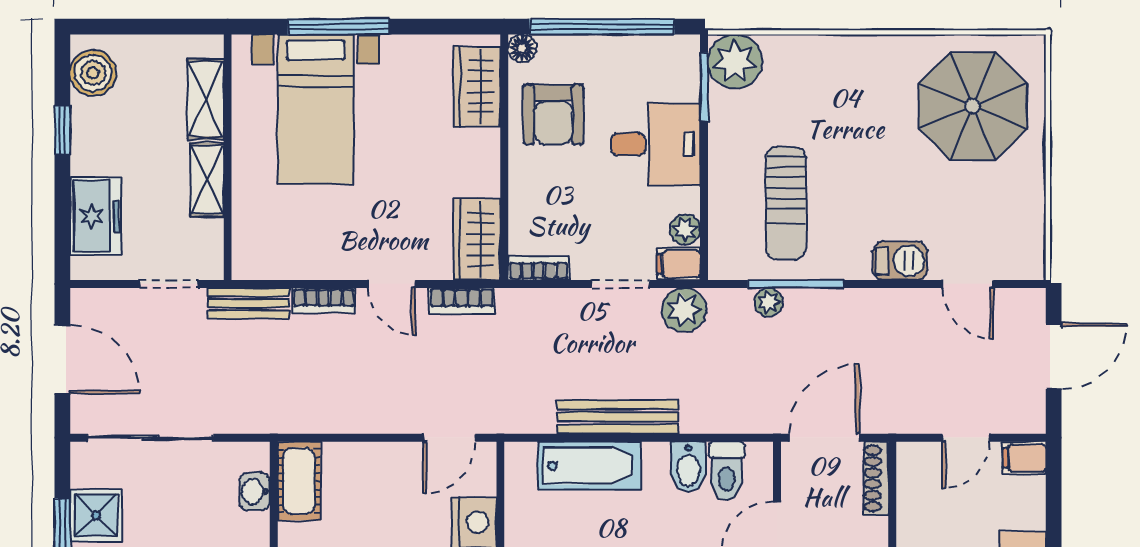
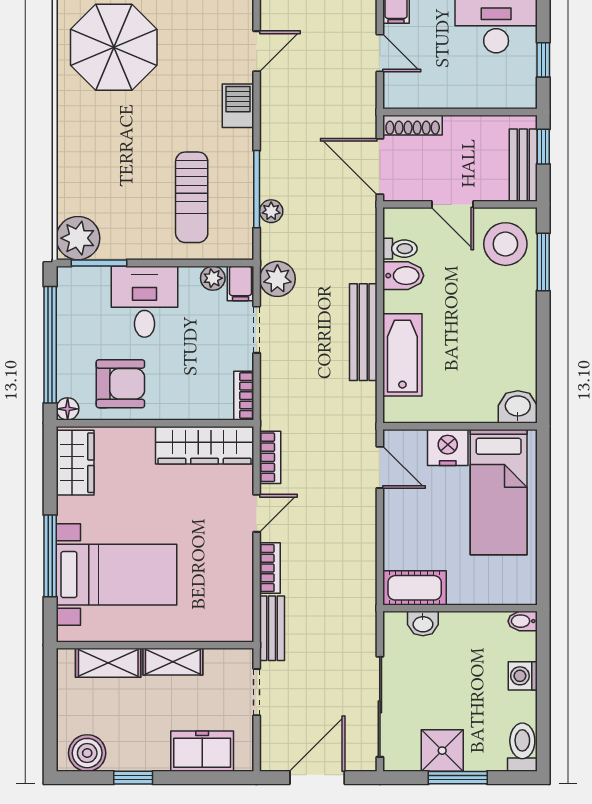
wardrobe: (477, 87) -> (75, 463), moved, turned -90
sun lounger: (786, 203) -> (192, 197), turned 90
wardrobe: (477, 239) -> (205, 445), width x1.50
toilet: (727, 471) -> (400, 249), width x0.73, depth x0.72

